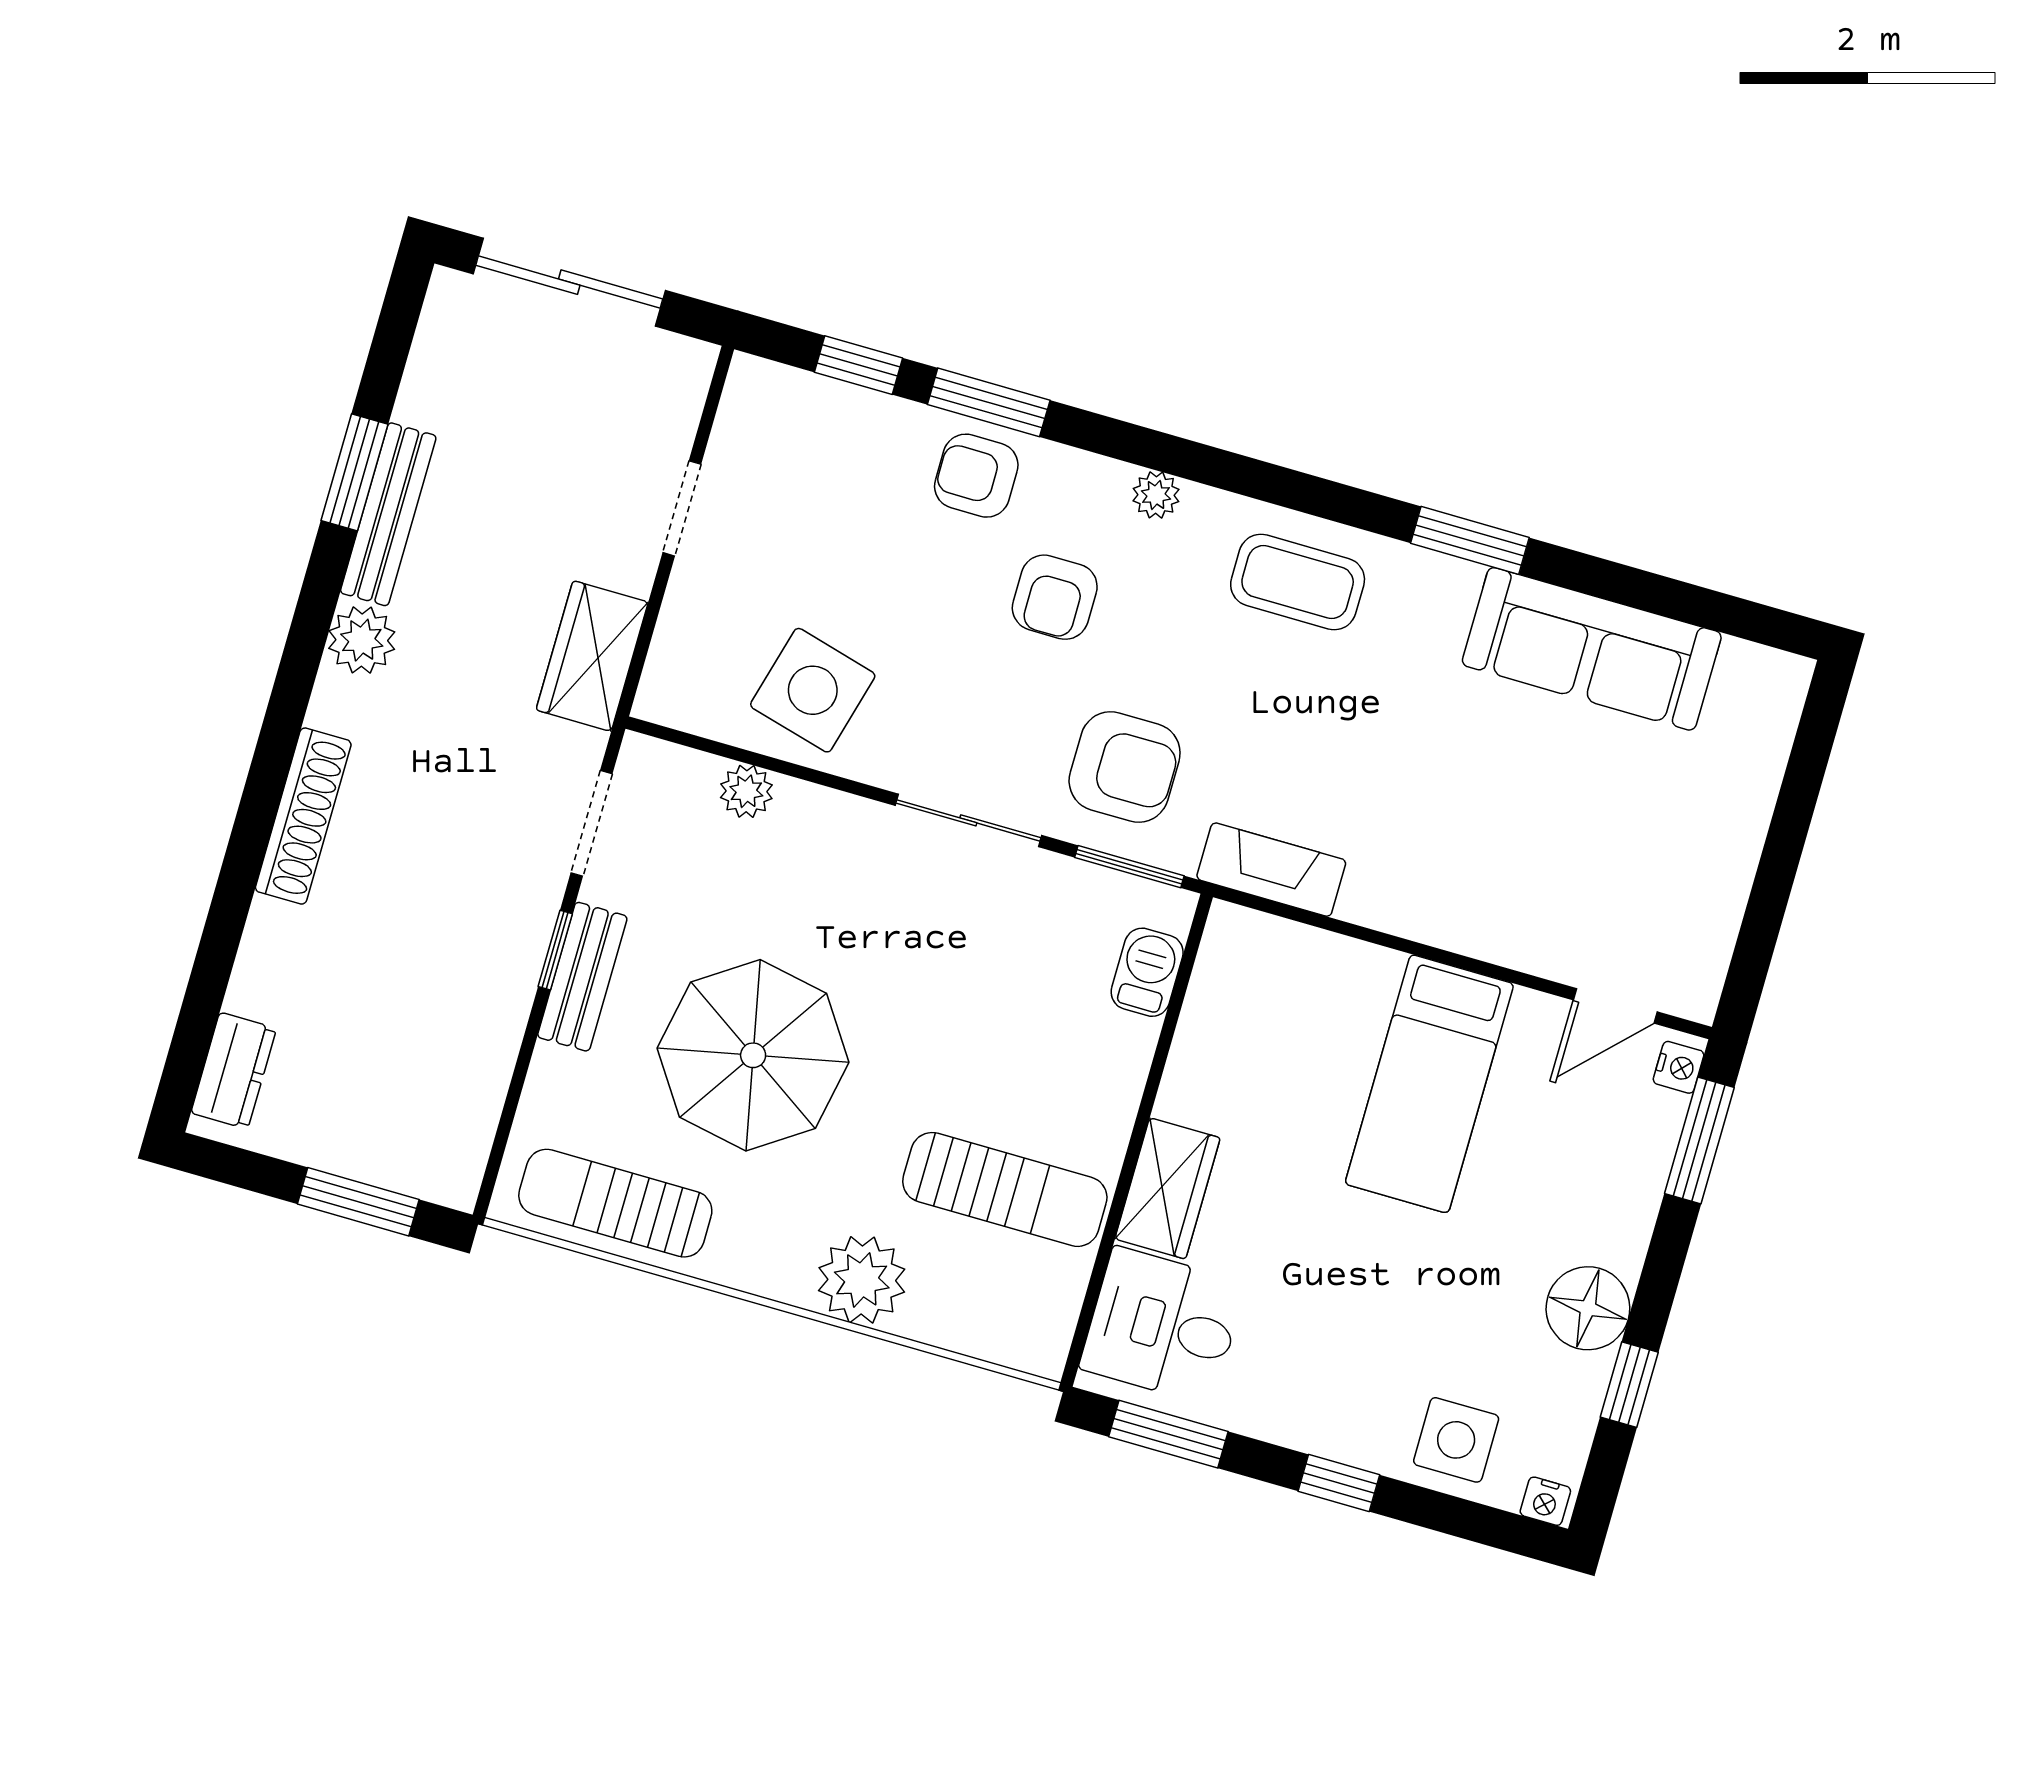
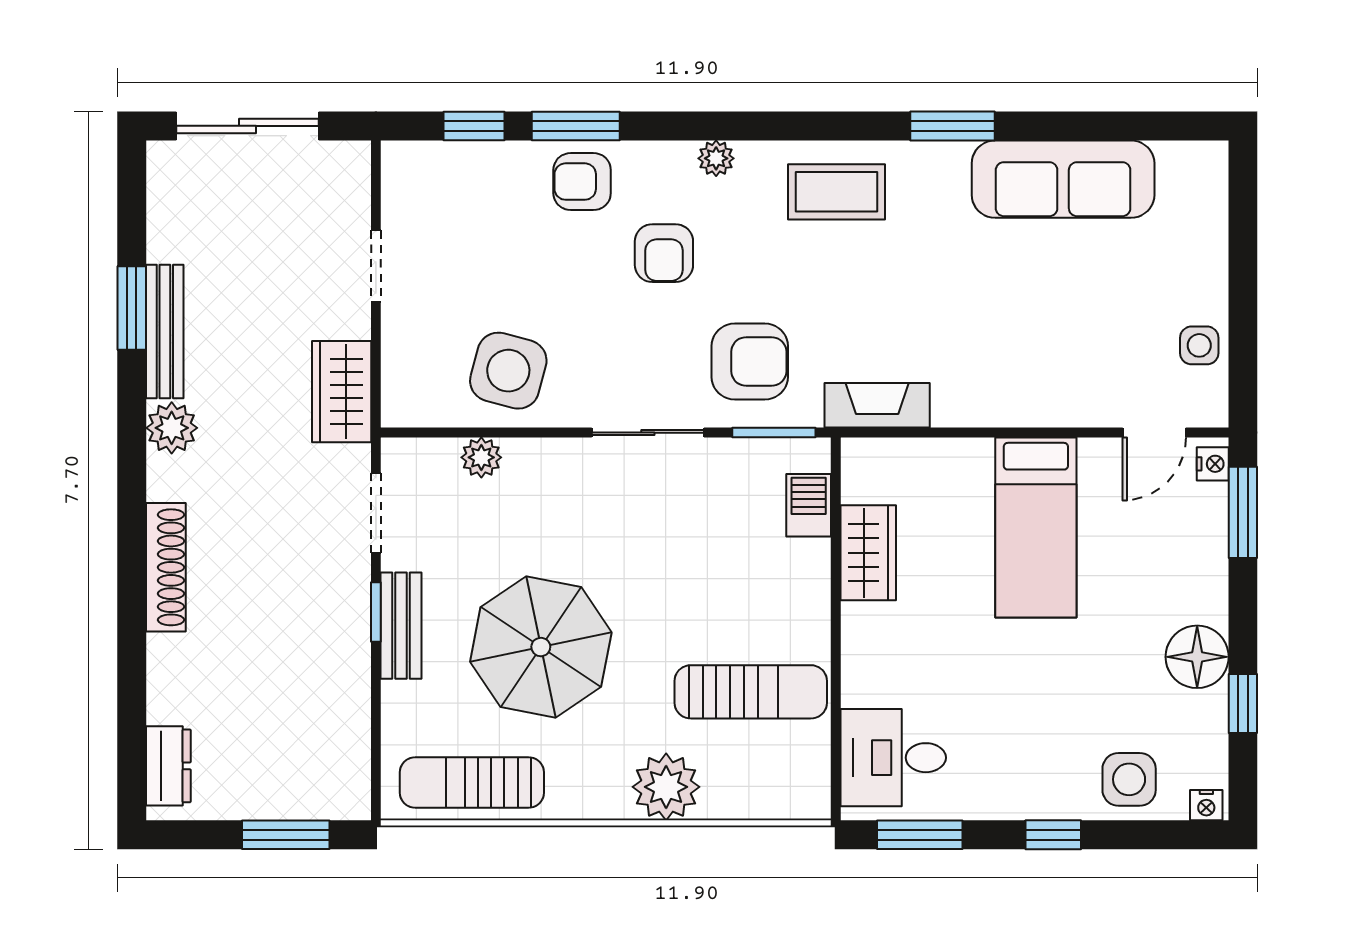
side table: (1705, 911) -> (1199, 345), added
wardrobe: (1168, 1188) -> (868, 553), moved

